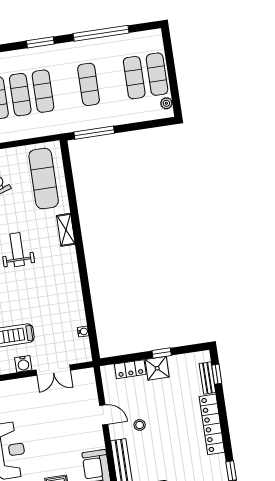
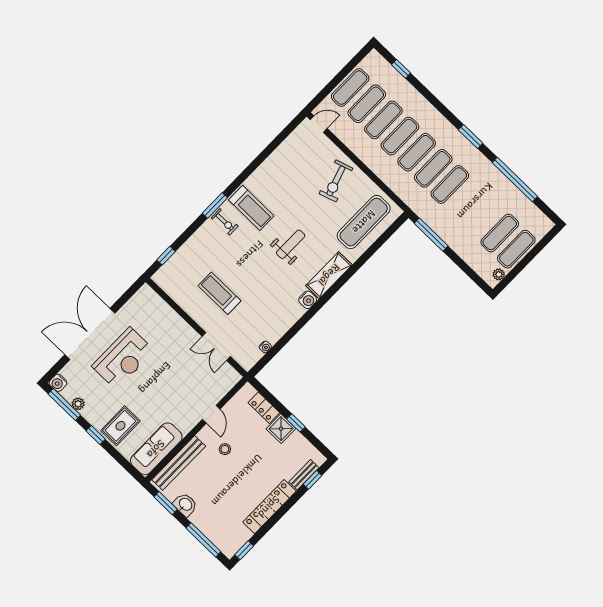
exercise mat: (89, 84) -> (450, 184), moved
shelving: (66, 230) -> (329, 275), width x1.50, depth x1.33
water cooler: (23, 364) -> (308, 300), moved, turned -90

